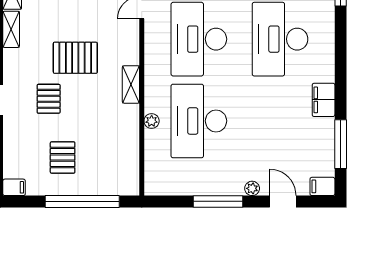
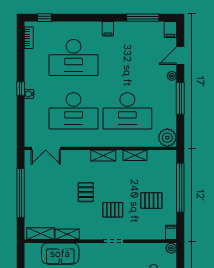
pallet: (75, 58) -> (86, 192), width x0.67, depth x0.71
filing cabinet: (324, 100) -> (108, 29), width x0.50
plant: (152, 121) -> (167, 138), moved, width x1.87, depth x1.87
shelving: (131, 133) -> (135, 155), added

